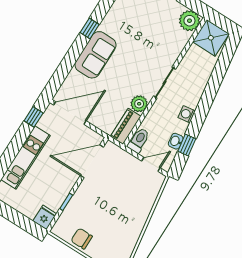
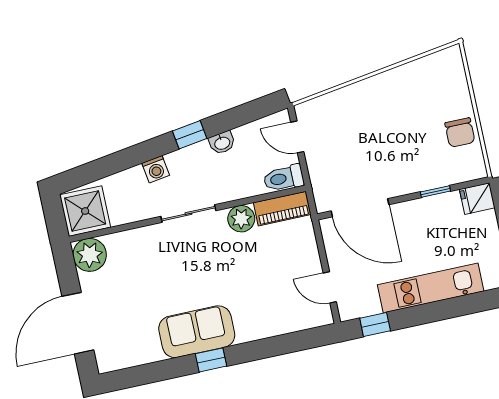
sofa: (96, 55) -> (197, 332), moved
door: (70, 113) -> (330, 287), width x0.53
washing machine: (187, 114) -> (156, 169), moved
washbasin: (176, 141) -> (222, 143), moved
window: (187, 145) -> (190, 135), moved

